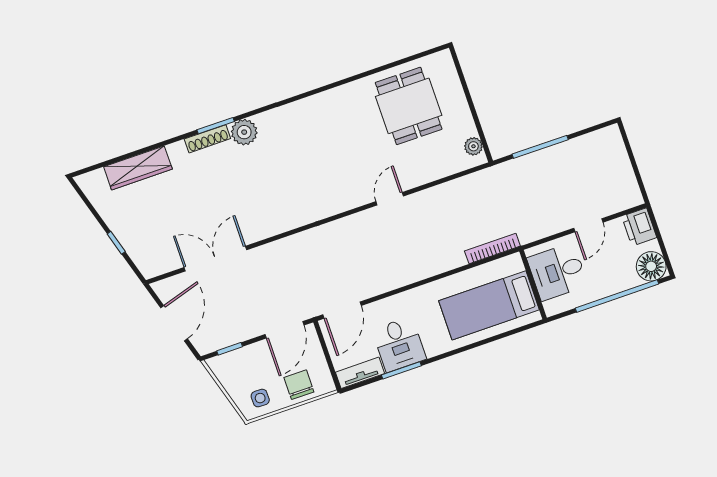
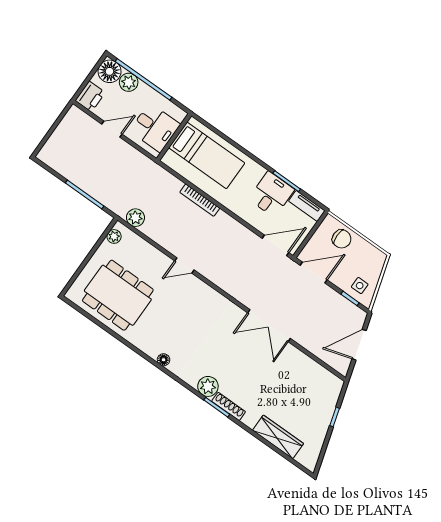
floor lamp: (306, 105) -> (164, 360), added
dining table: (409, 106) -> (118, 295), width x1.38
plant: (477, 183) -> (135, 218), added
bookcase: (492, 248) -> (200, 200), moved
double door: (215, 259) -> (269, 326), moved
plant: (625, 278) -> (129, 82), added
chair: (299, 385) -> (342, 239), turned -90
side table: (260, 398) -> (360, 286), moved

